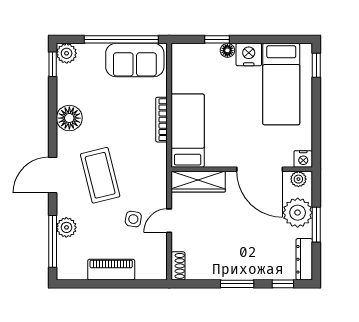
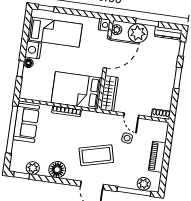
plant: (67, 53) -> (33, 168), moved
bed: (188, 131) -> (77, 90), width x1.50
plant: (66, 227) -> (144, 184), moved

